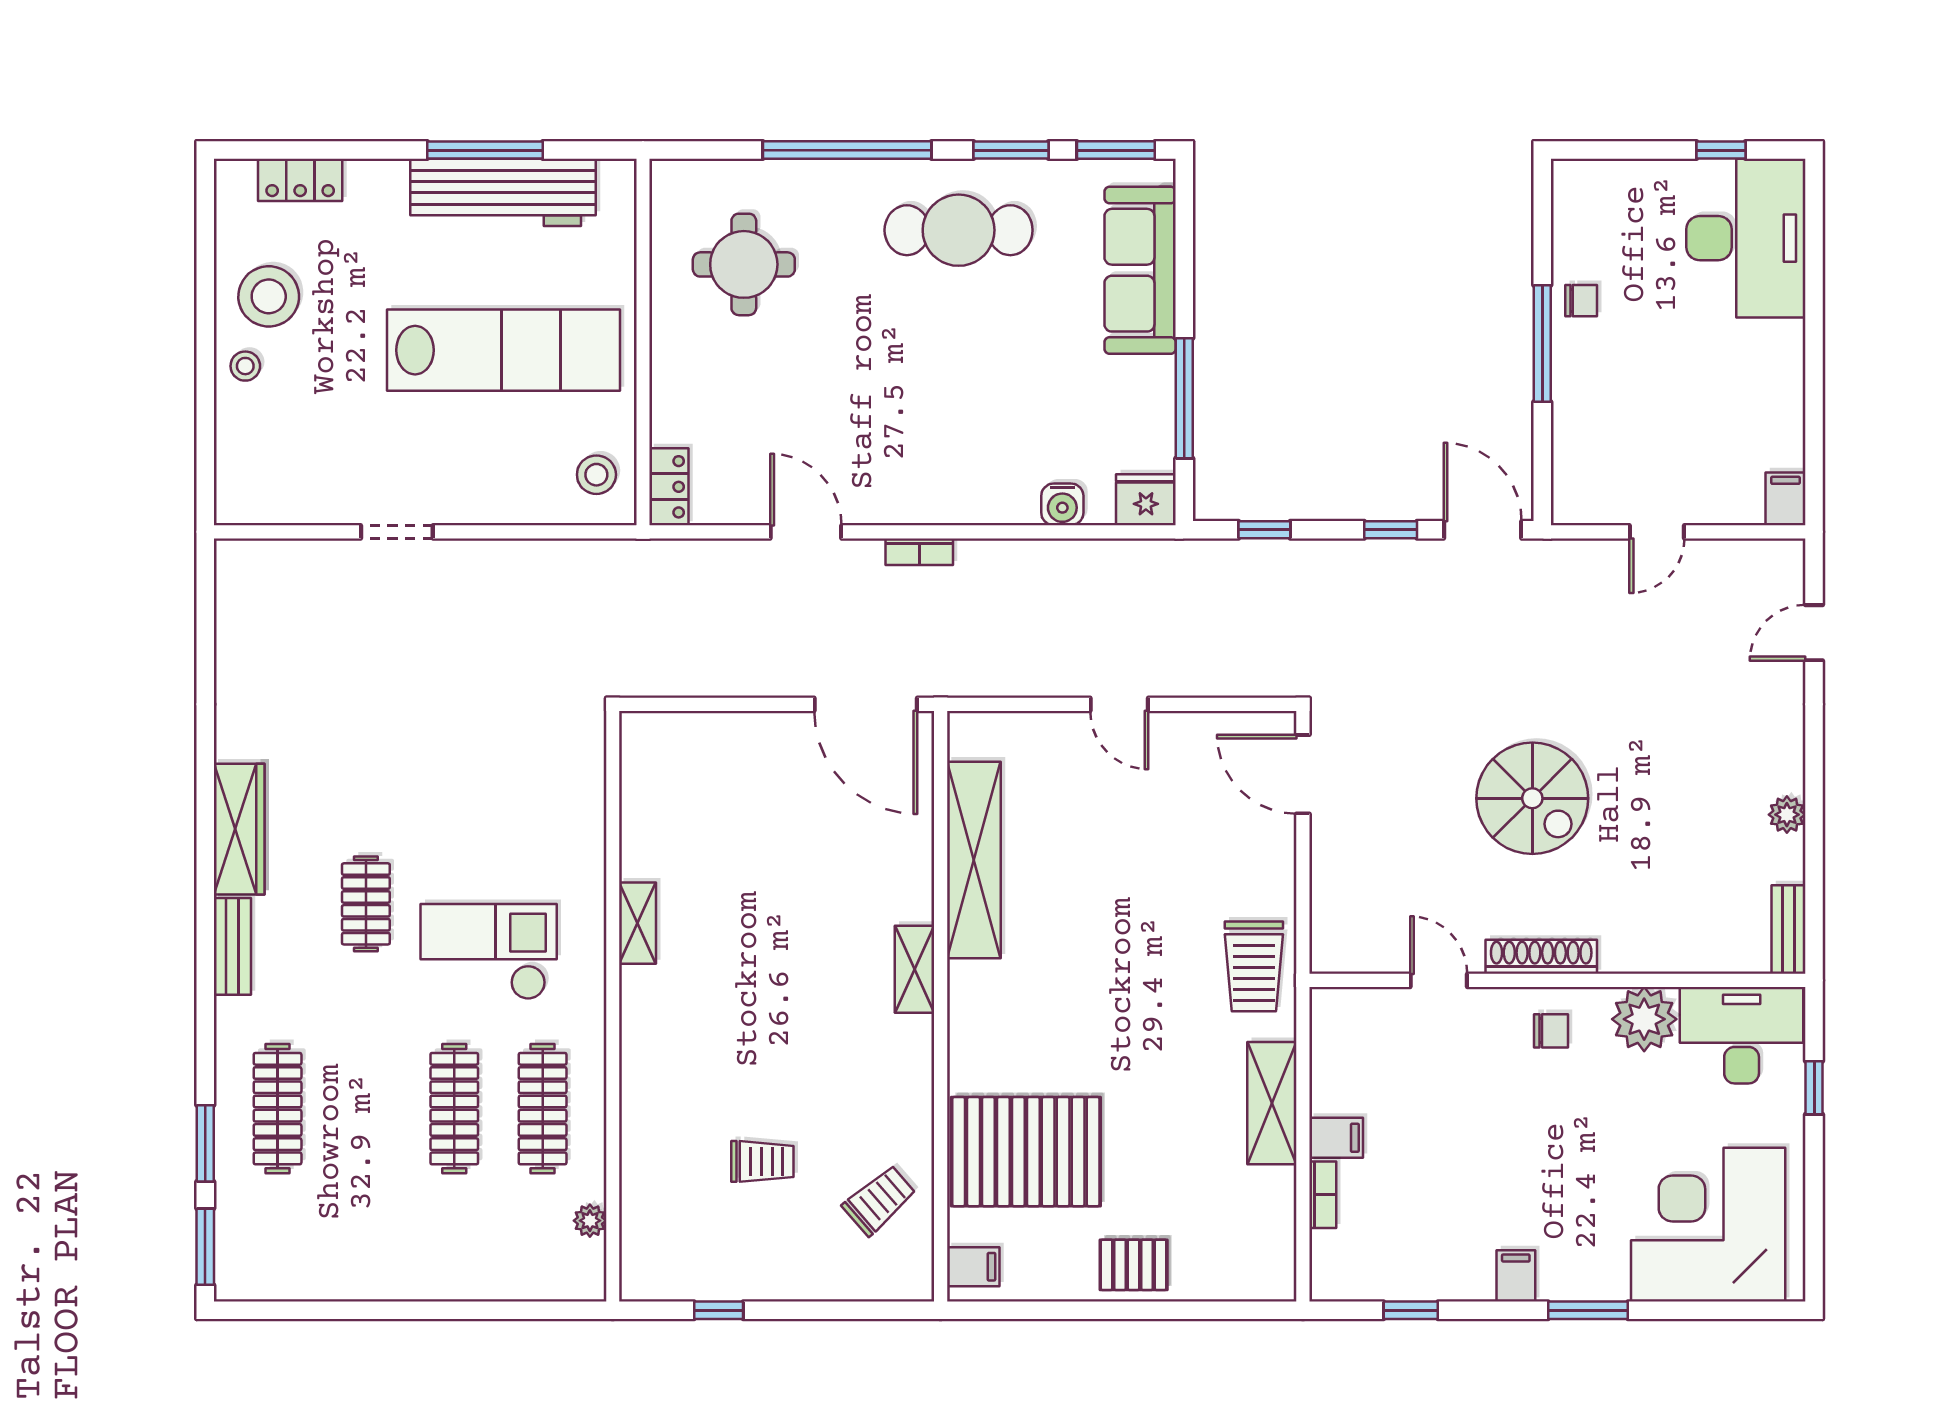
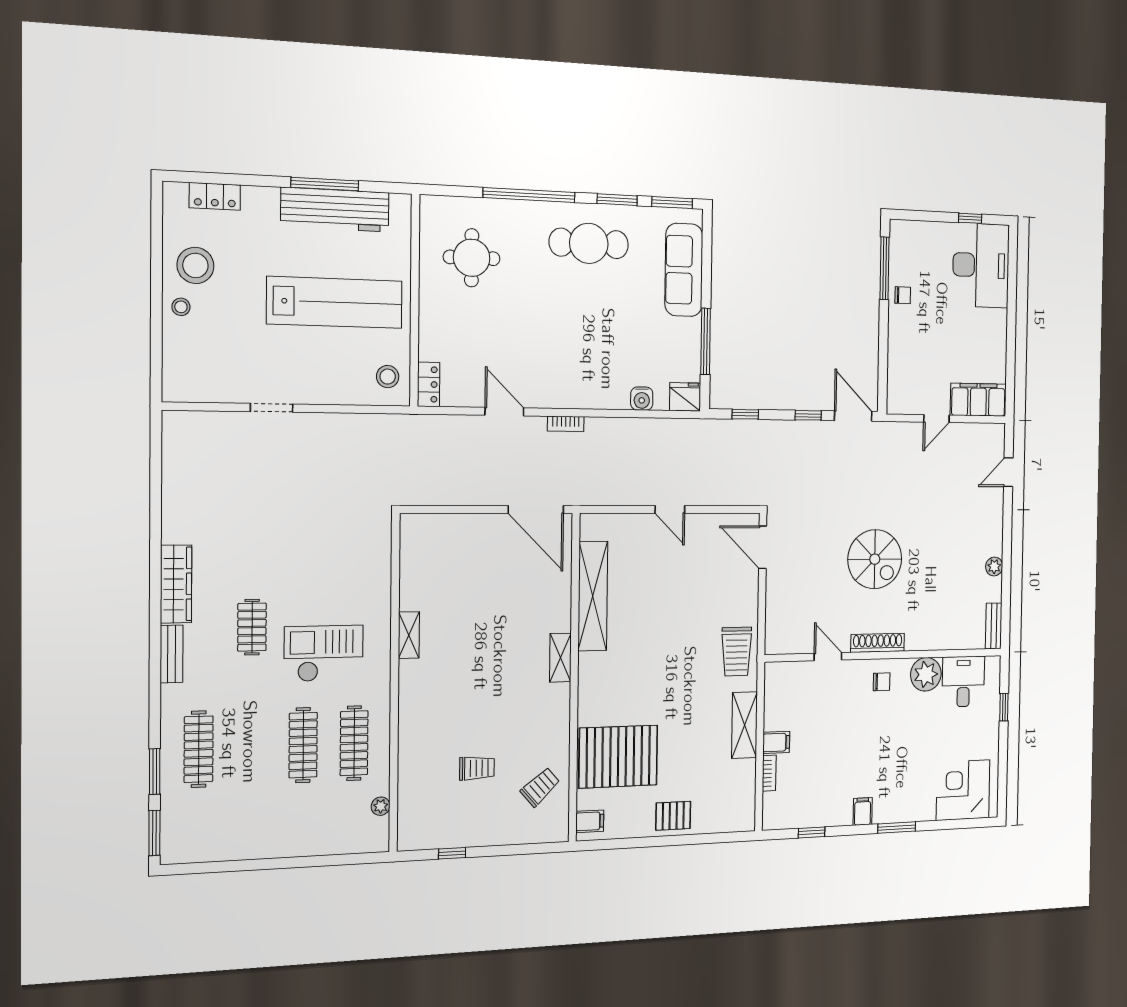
window: (1542, 343) -> (884, 268), moved
filing cabinet: (1786, 499) -> (978, 400), width x3.00, depth x1.17
desk: (1742, 1035) -> (963, 682), width x0.73
corner desk: (1708, 1225) -> (963, 790), width x0.74, depth x0.74

